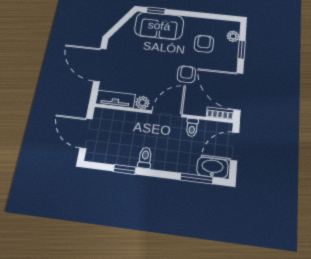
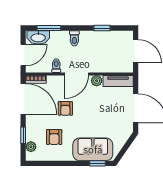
toilet: (145, 158) -> (74, 38), moved

